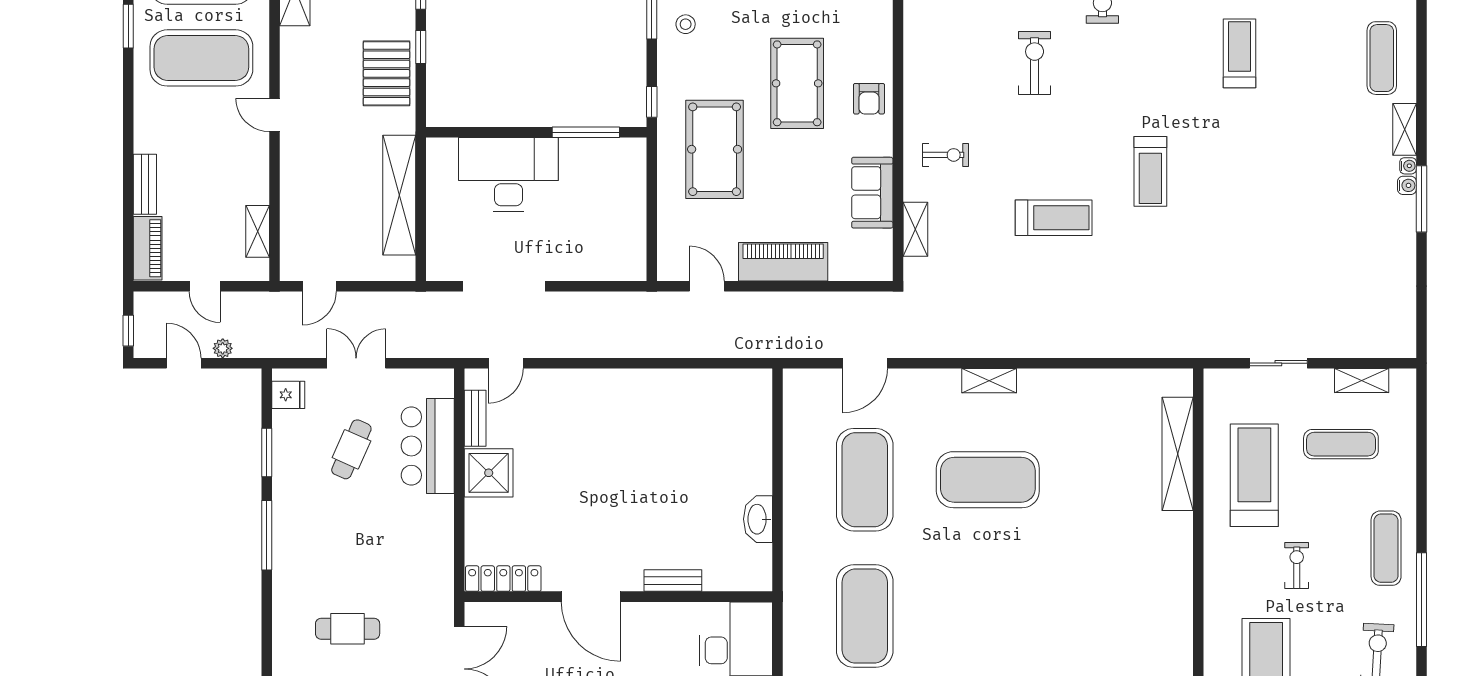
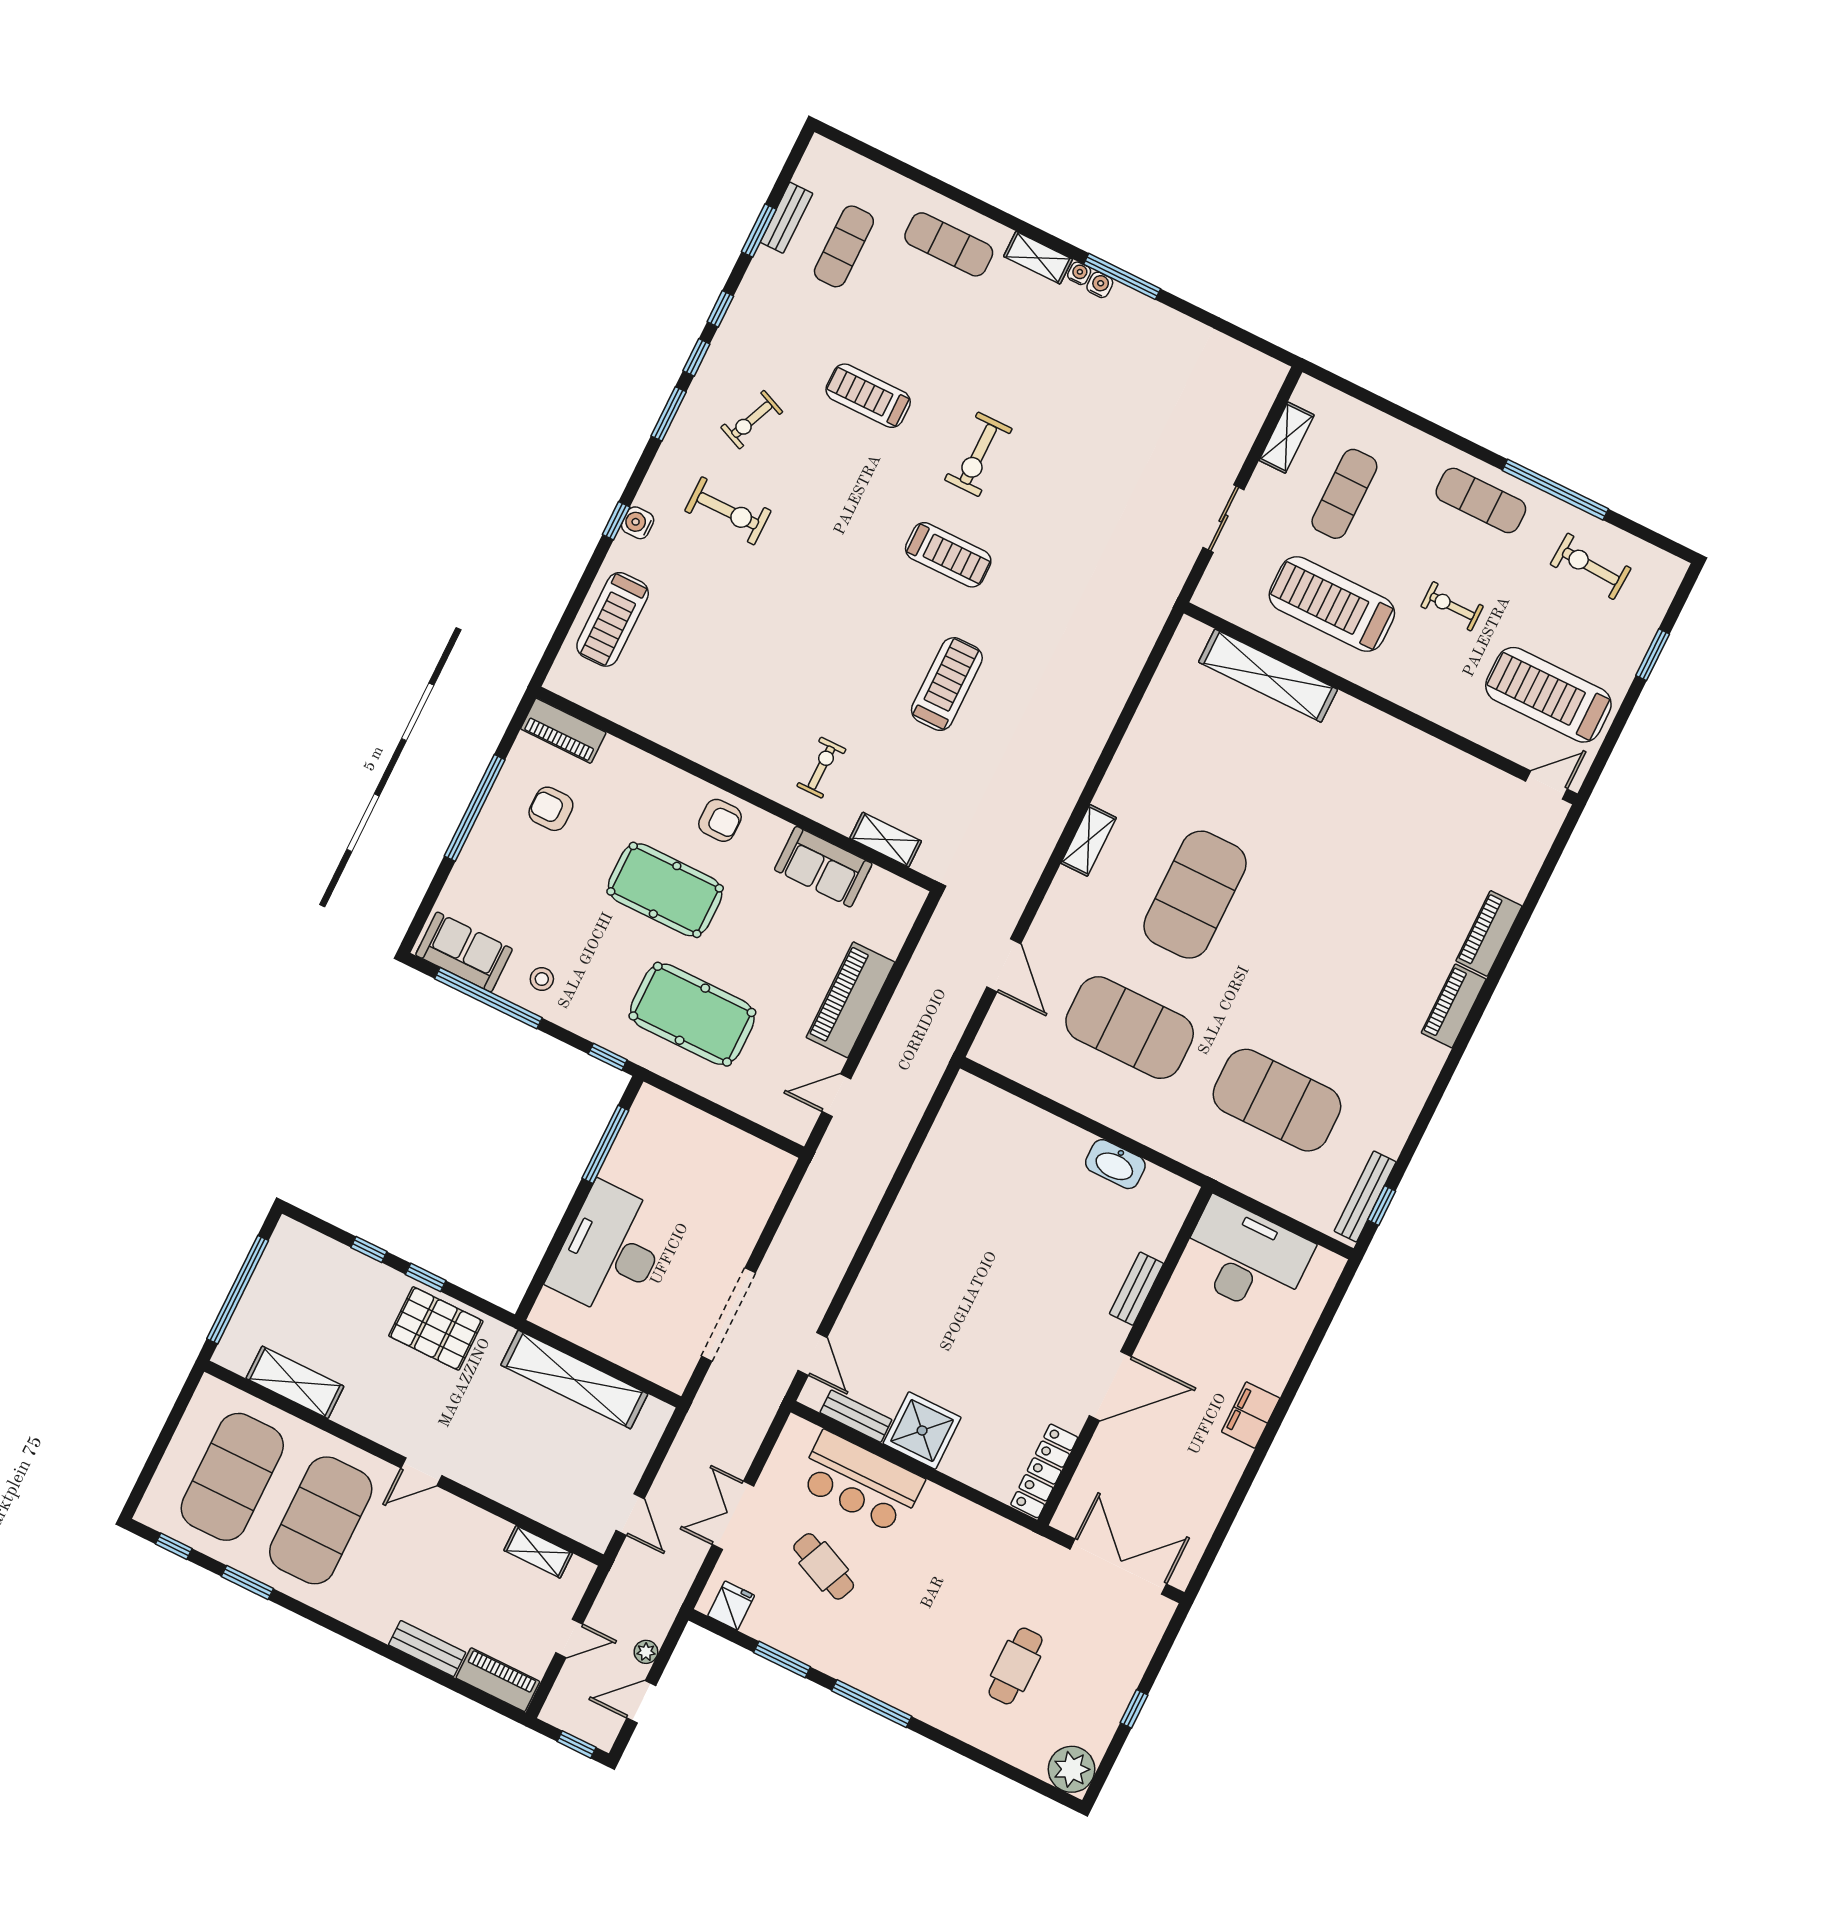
exercise bike: (1035, 63) -> (978, 454), moved, turned -90

